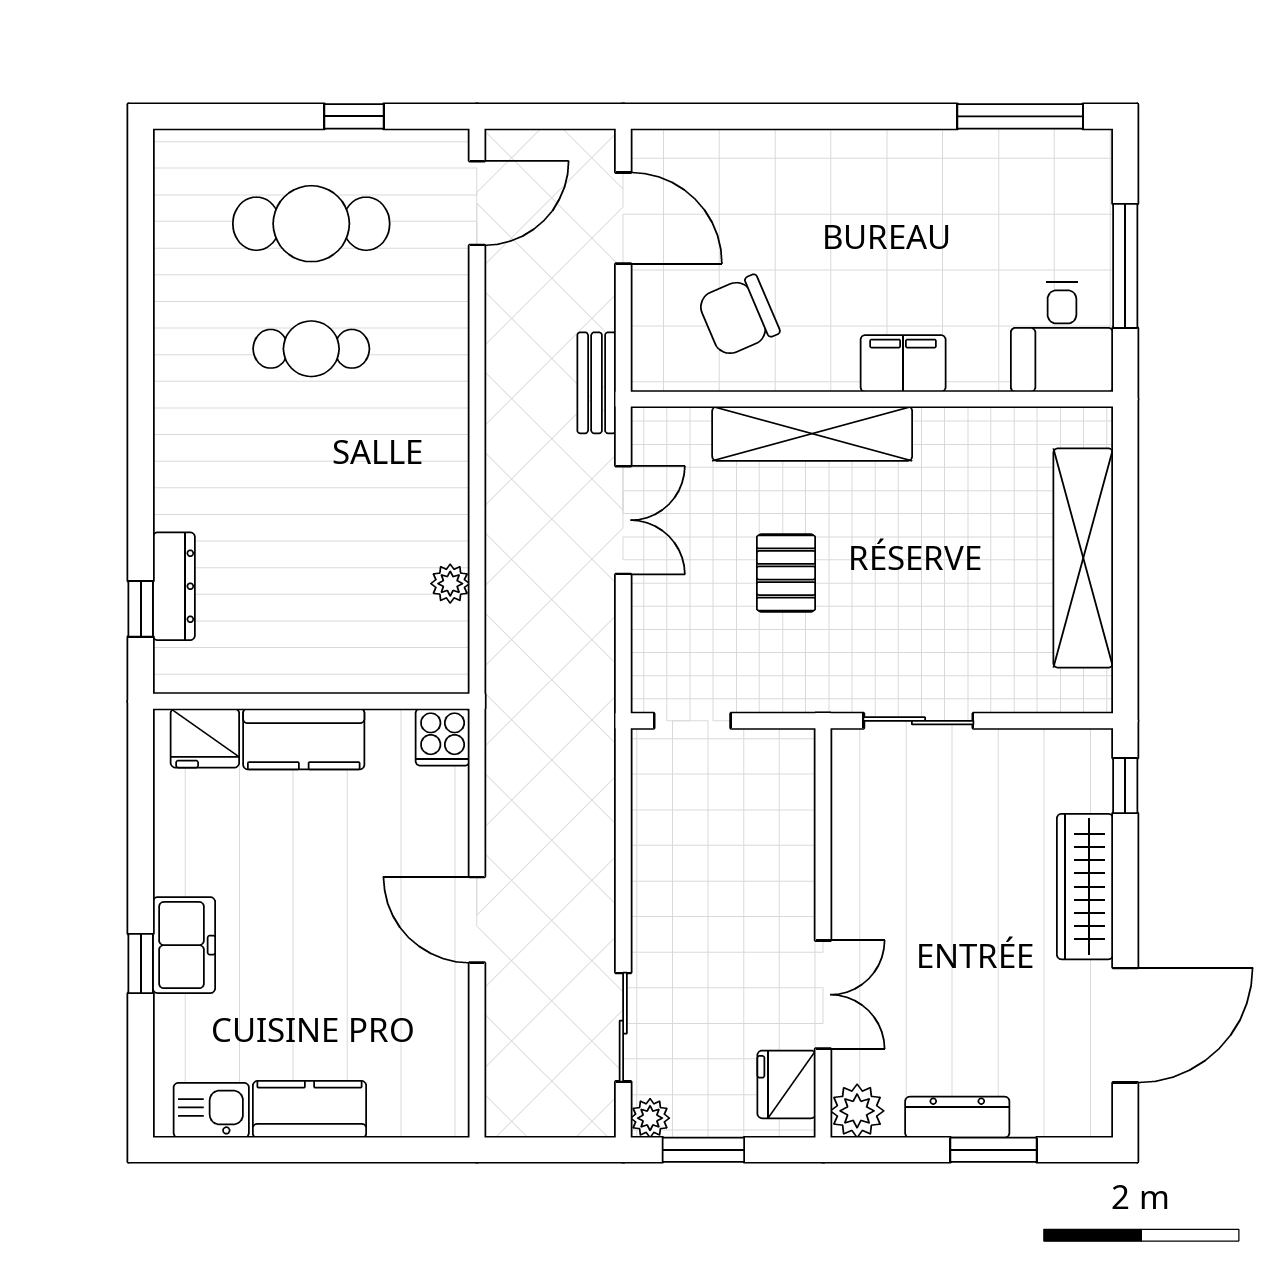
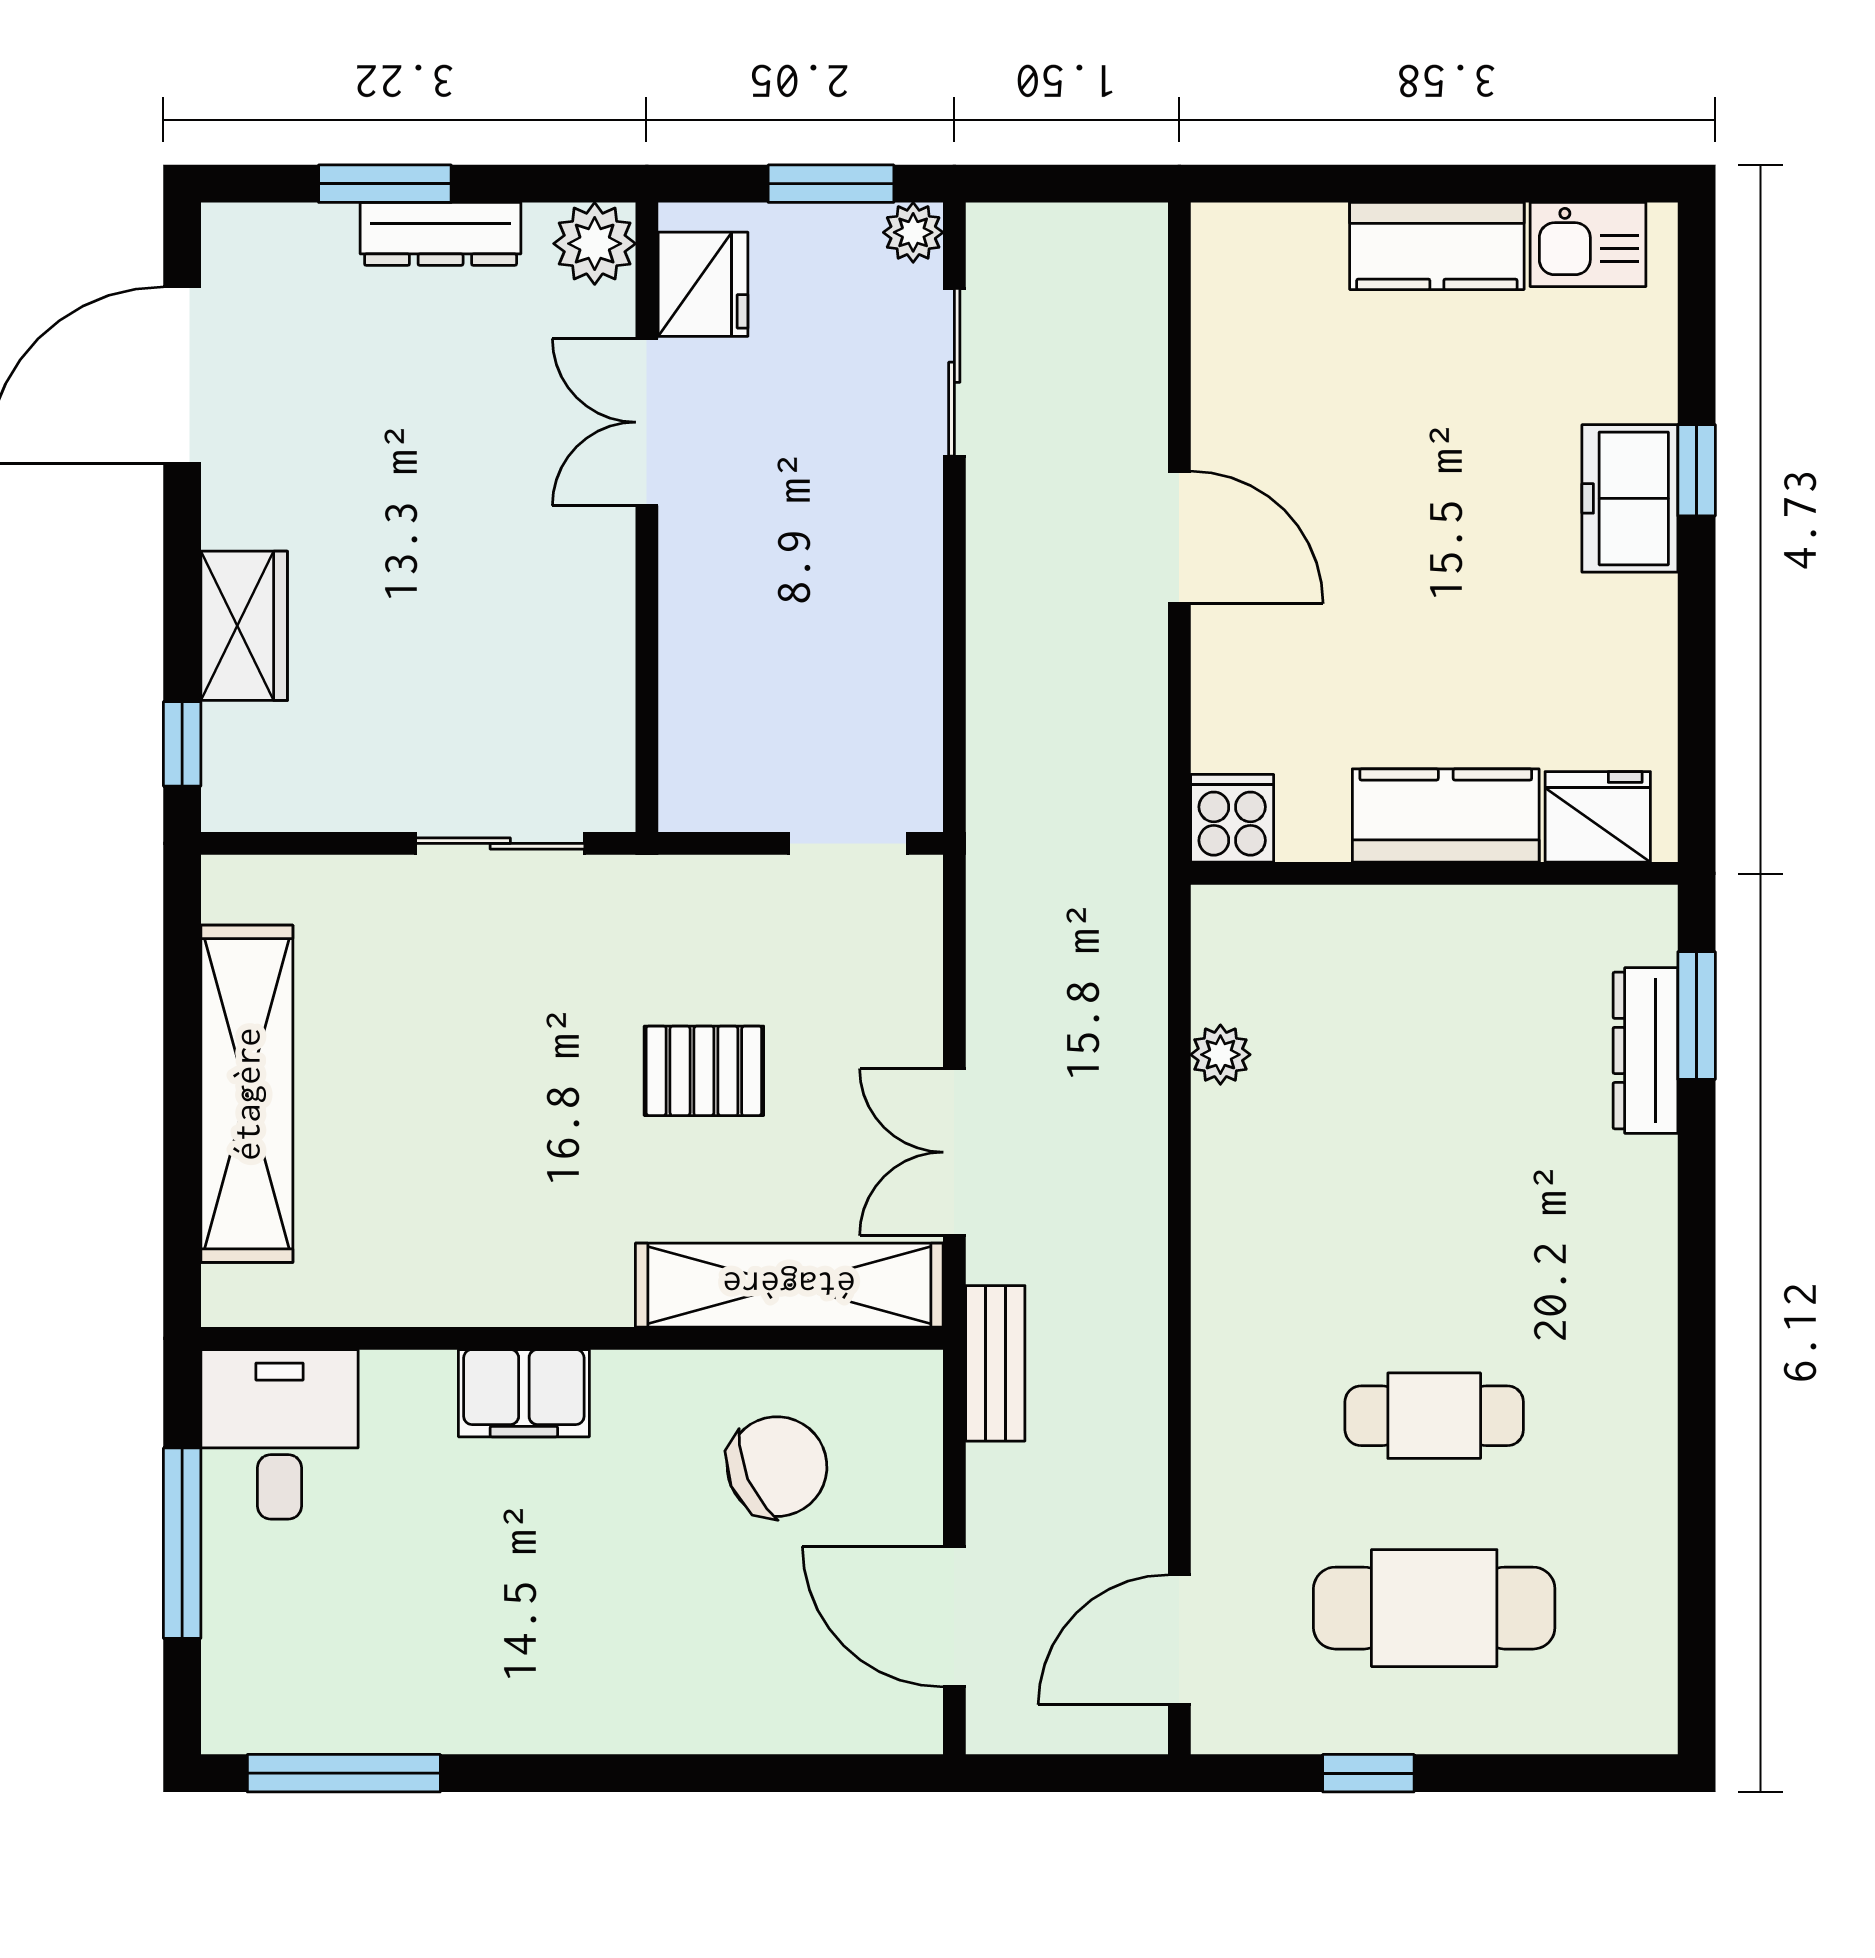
shelving: (812, 434) -> (789, 1285), moved
pallet: (786, 573) -> (704, 1071), turned 90
window: (141, 609) -> (1697, 1016), width x1.50
wardrobe: (1085, 887) -> (244, 626), width x0.67

